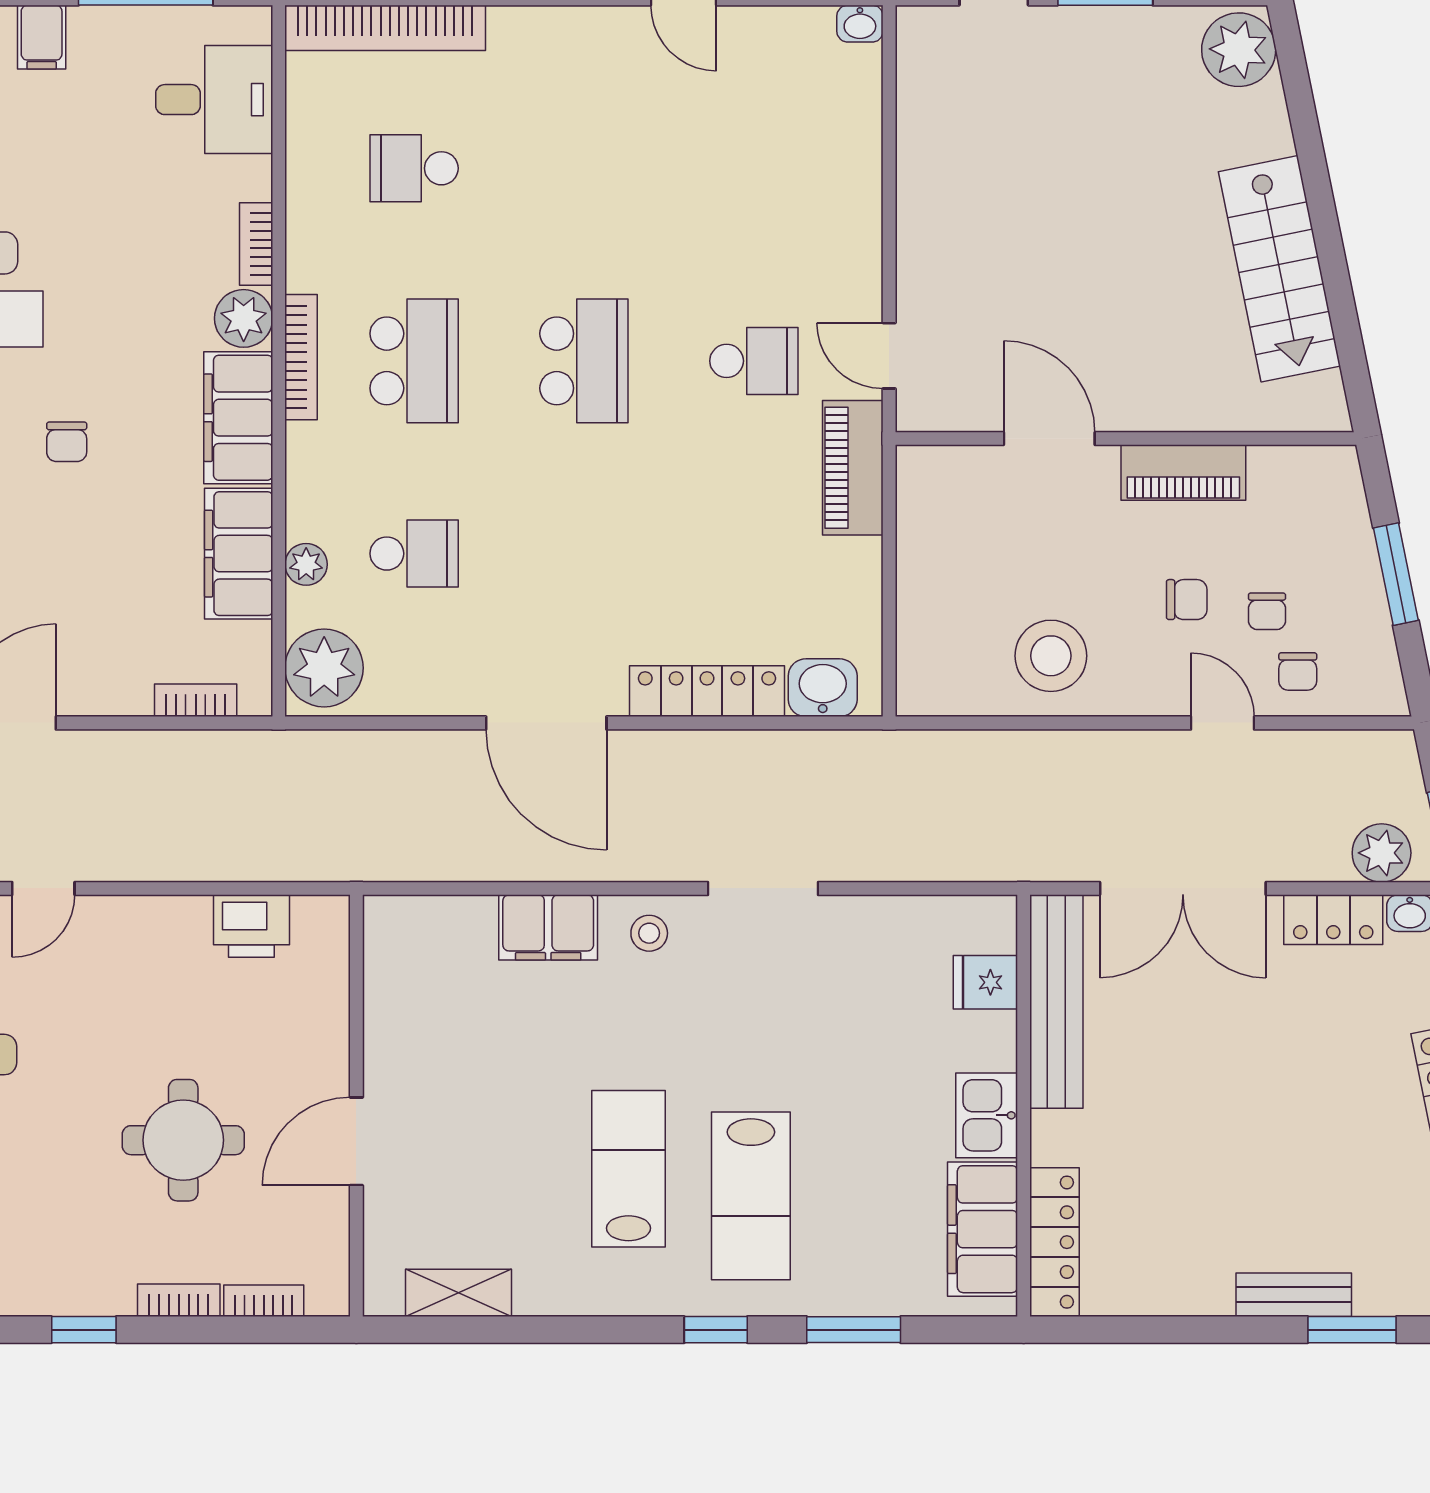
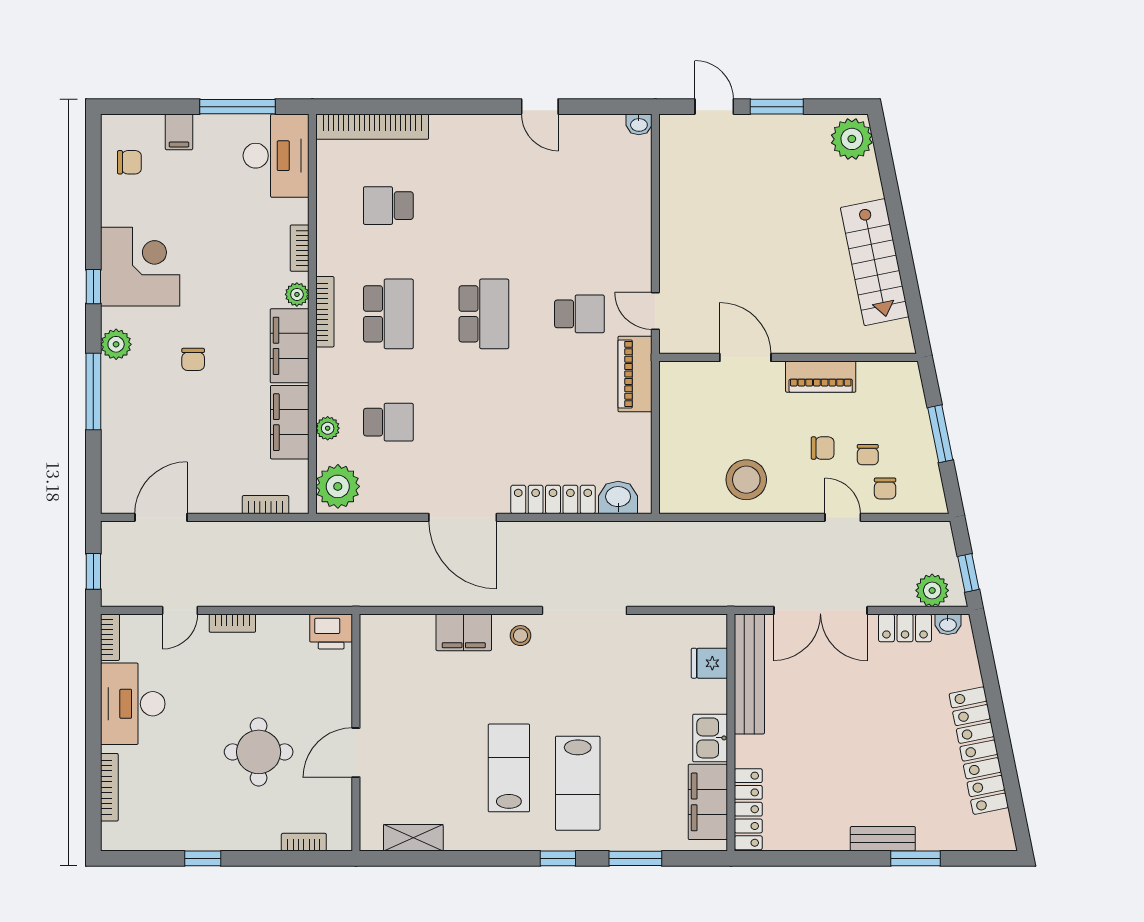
desk: (214, 100) -> (276, 156), width x1.37
plant: (244, 318) -> (297, 294), width x0.73, depth x0.73
doorway: (763, 888) -> (584, 610), width x1.36
printer: (251, 926) -> (331, 632), moved
bookcase: (179, 1300) -> (232, 623), moved, turned 180

